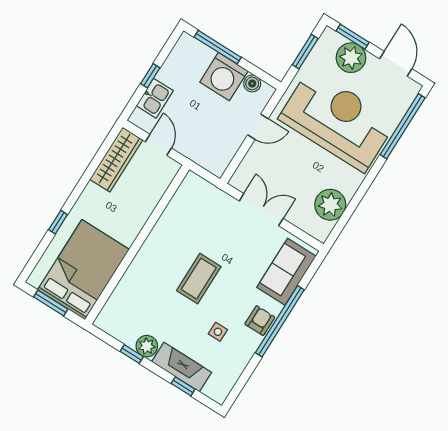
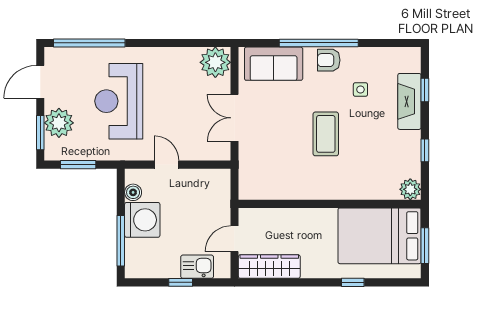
reception desk: (337, 120) -> (119, 101), width x0.74, depth x0.77
plant: (330, 205) -> (215, 62), moved
coffee table: (199, 279) -> (326, 134), turned 90
plant: (147, 346) -> (410, 189), moved

